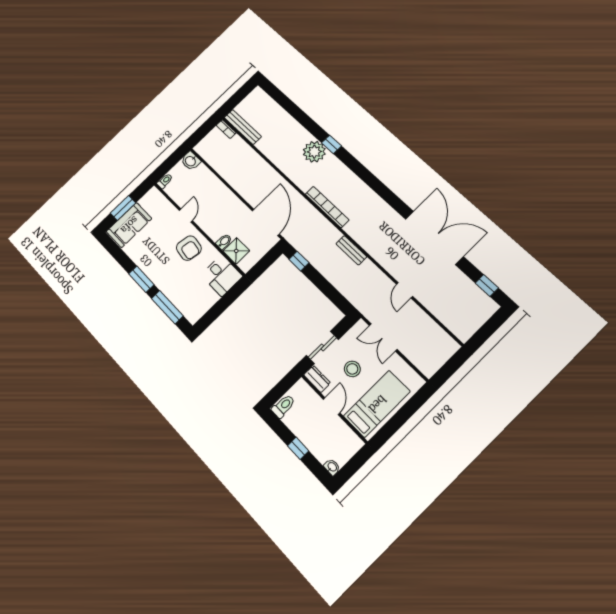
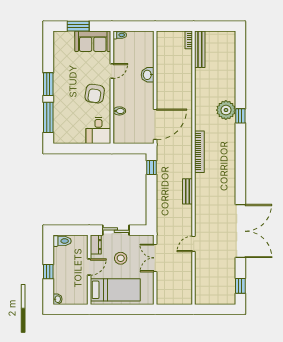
washbasin: (191, 161) -> (148, 75), moved
sofa: (129, 225) -> (93, 41), moved
shower: (236, 251) -> (121, 124), removed

